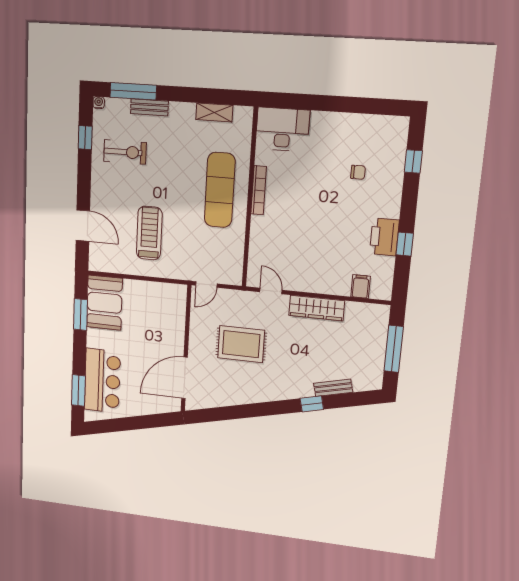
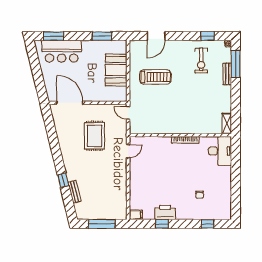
shelving: (214, 112) -> (227, 124), moved
exercise mat: (220, 190) -> (184, 117), removed
filing cabinet: (361, 286) -> (136, 215), moved
booth: (104, 303) -> (116, 70), moved, turned 90
wardrobe: (317, 308) -> (121, 178), removed

